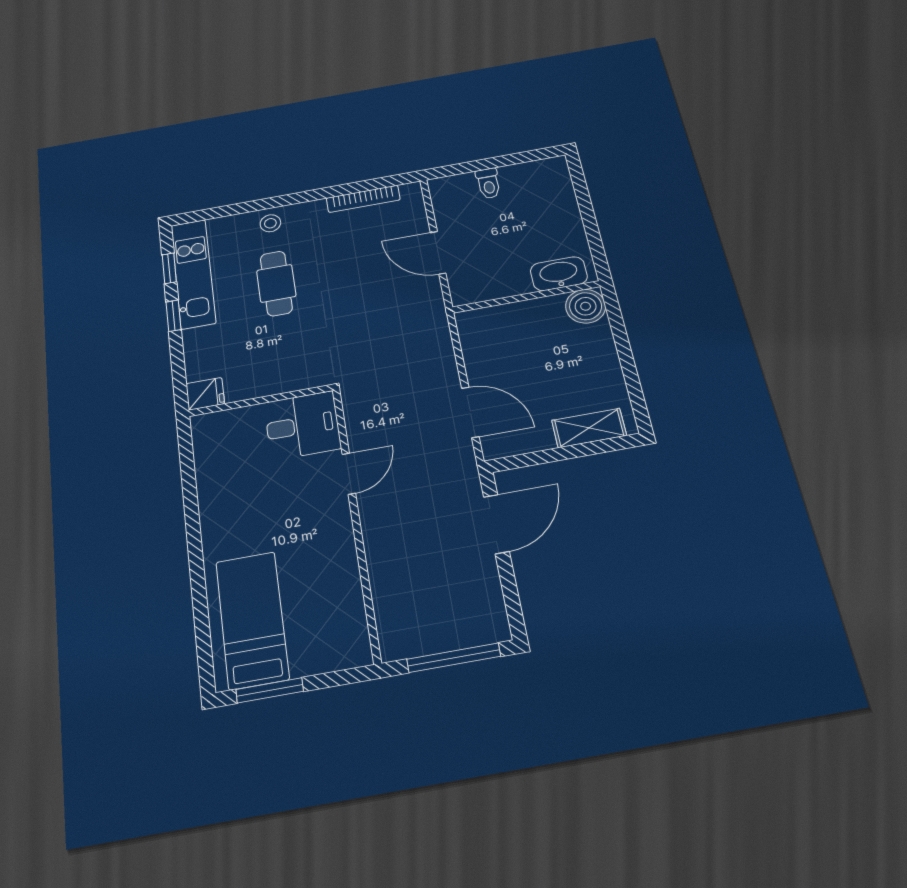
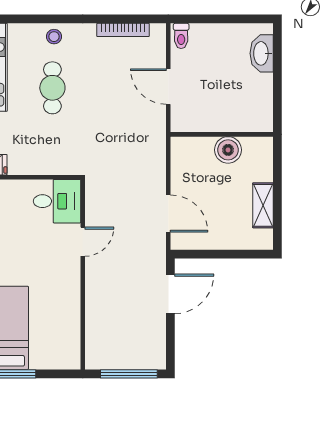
toilet: (488, 183) -> (181, 36), moved
washbasin: (559, 274) -> (262, 53), moved, turned -90
boiler: (586, 306) -> (228, 150), moved
shelving: (589, 428) -> (263, 205), moved, turned 90

